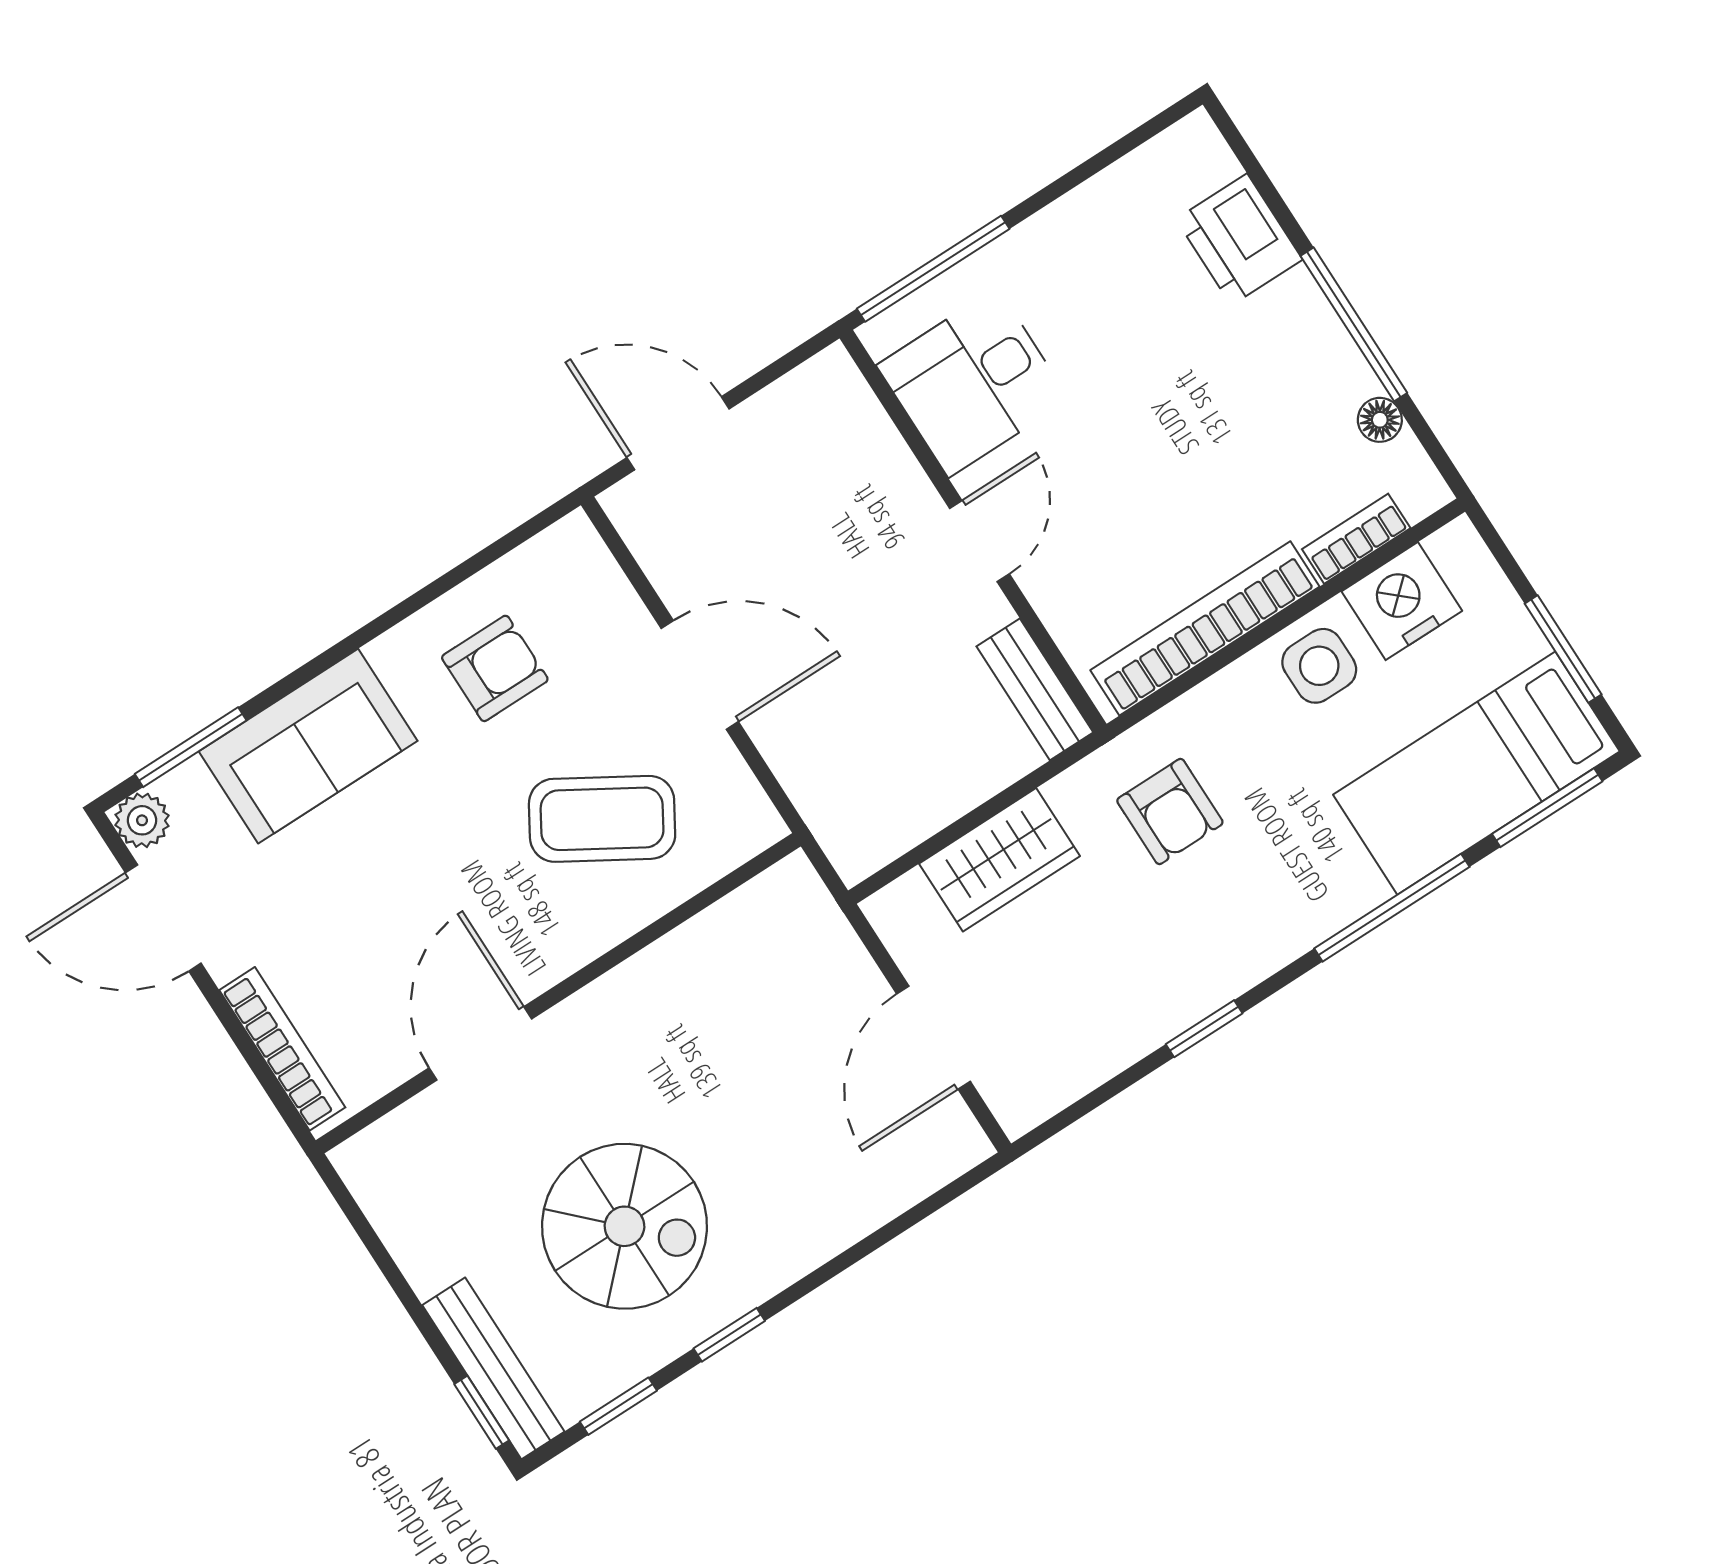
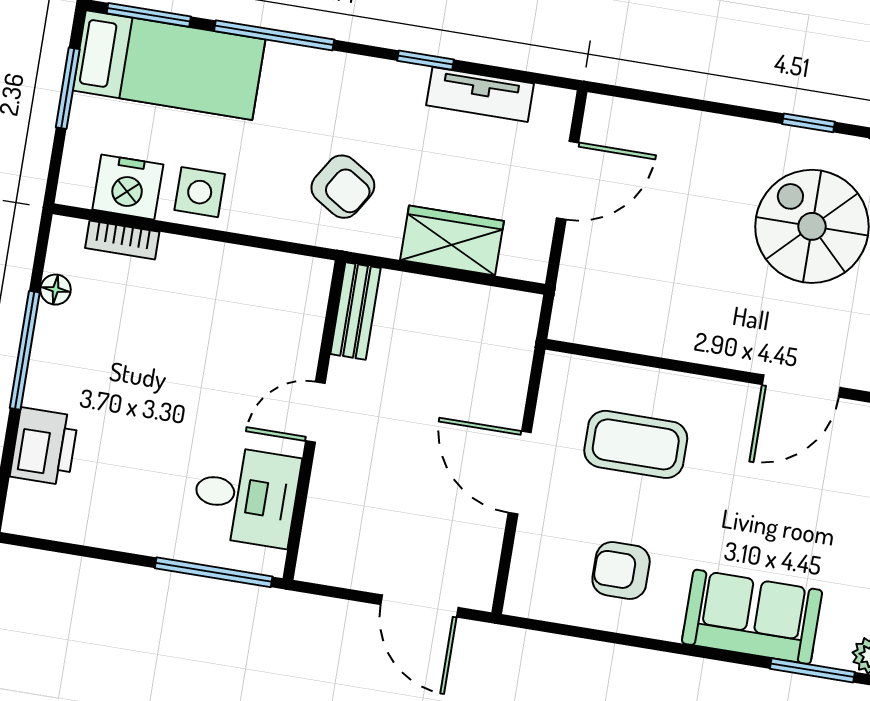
bookcase: (1205, 628) -> (241, 264), removed
armchair: (1170, 811) -> (343, 187), turned 122
coffee table: (602, 819) -> (636, 444), turned -31
tv unit: (1112, 1045) -> (480, 94), added

